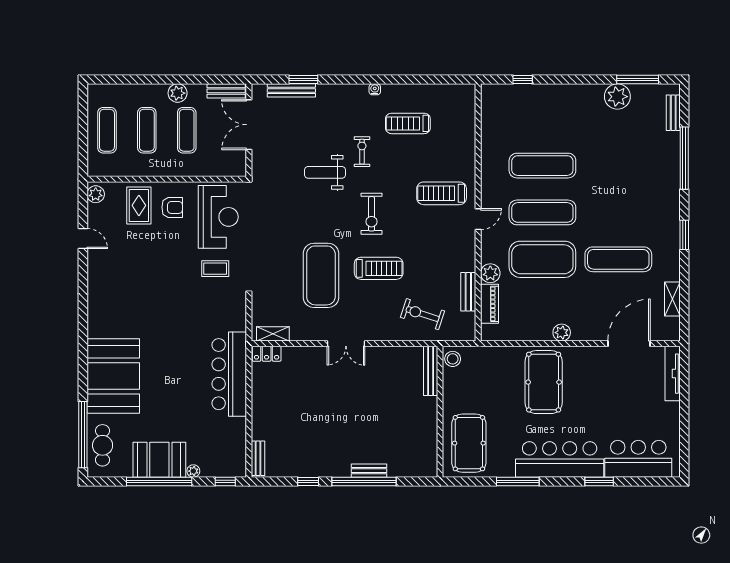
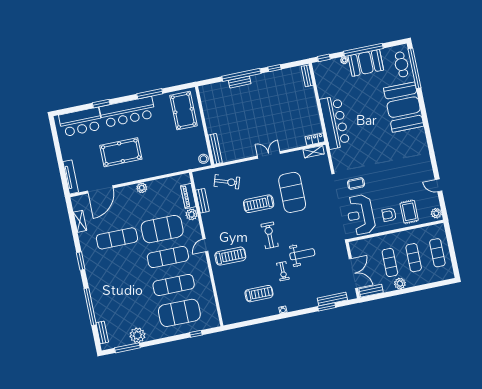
exercise mat: (542, 119) -> (179, 313), added
pool table: (544, 382) -> (121, 152), moved, turned 90

